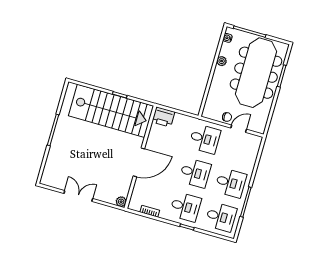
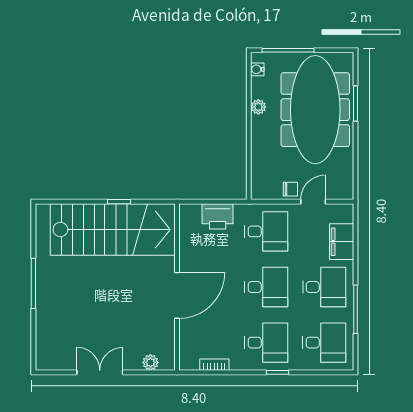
printer: (163, 117) -> (218, 216), moved
filing cabinet: (249, 158) -> (342, 242), added
plant: (121, 202) -> (150, 362), moved

